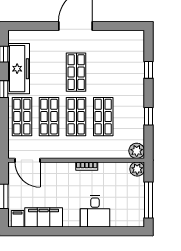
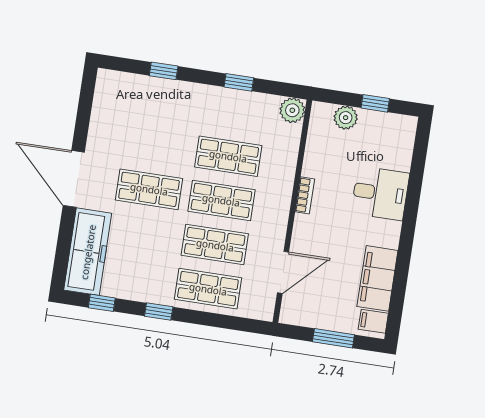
freezer: (19, 69) -> (88, 252), moved, turned 90
door: (28, 160) -> (283, 272), moved
plant: (137, 169) -> (346, 118), moved
window: (148, 200) -> (375, 103), width x0.46

